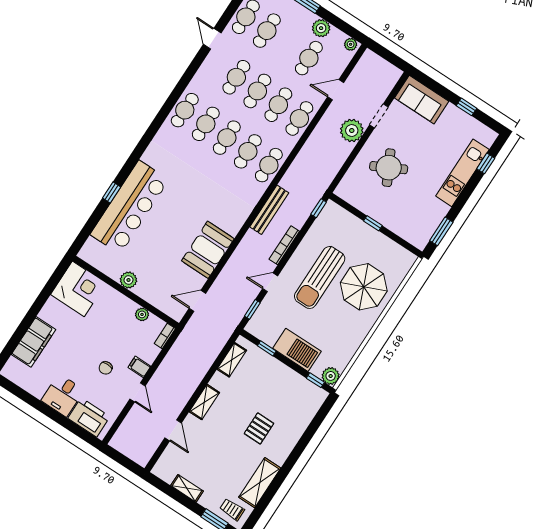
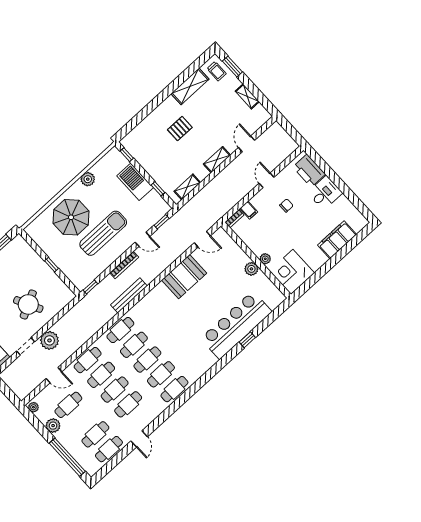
plant: (142, 314) -> (265, 259), moved
filing cabinet: (139, 367) -> (249, 210), moved
plant: (331, 376) -> (88, 179), moved

